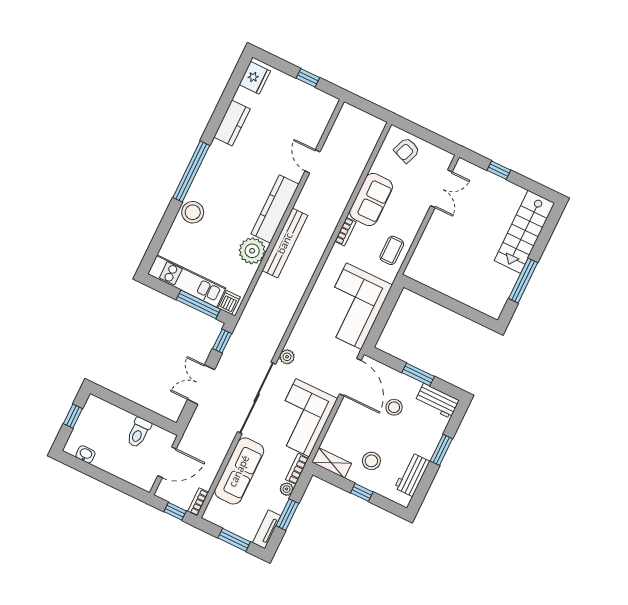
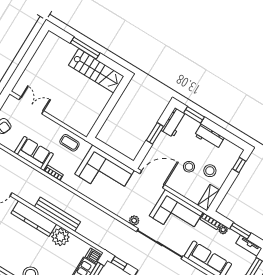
window: (499, 170) -> (23, 65), removed
stairs: (524, 232) -> (96, 71), moved
window: (523, 281) -> (85, 48), moved
stool: (394, 407) -> (189, 167), moved
window: (441, 450) -> (194, 115), moved
workbench: (412, 475) -> (209, 137), moved
window: (362, 492) -> (239, 165), moved

